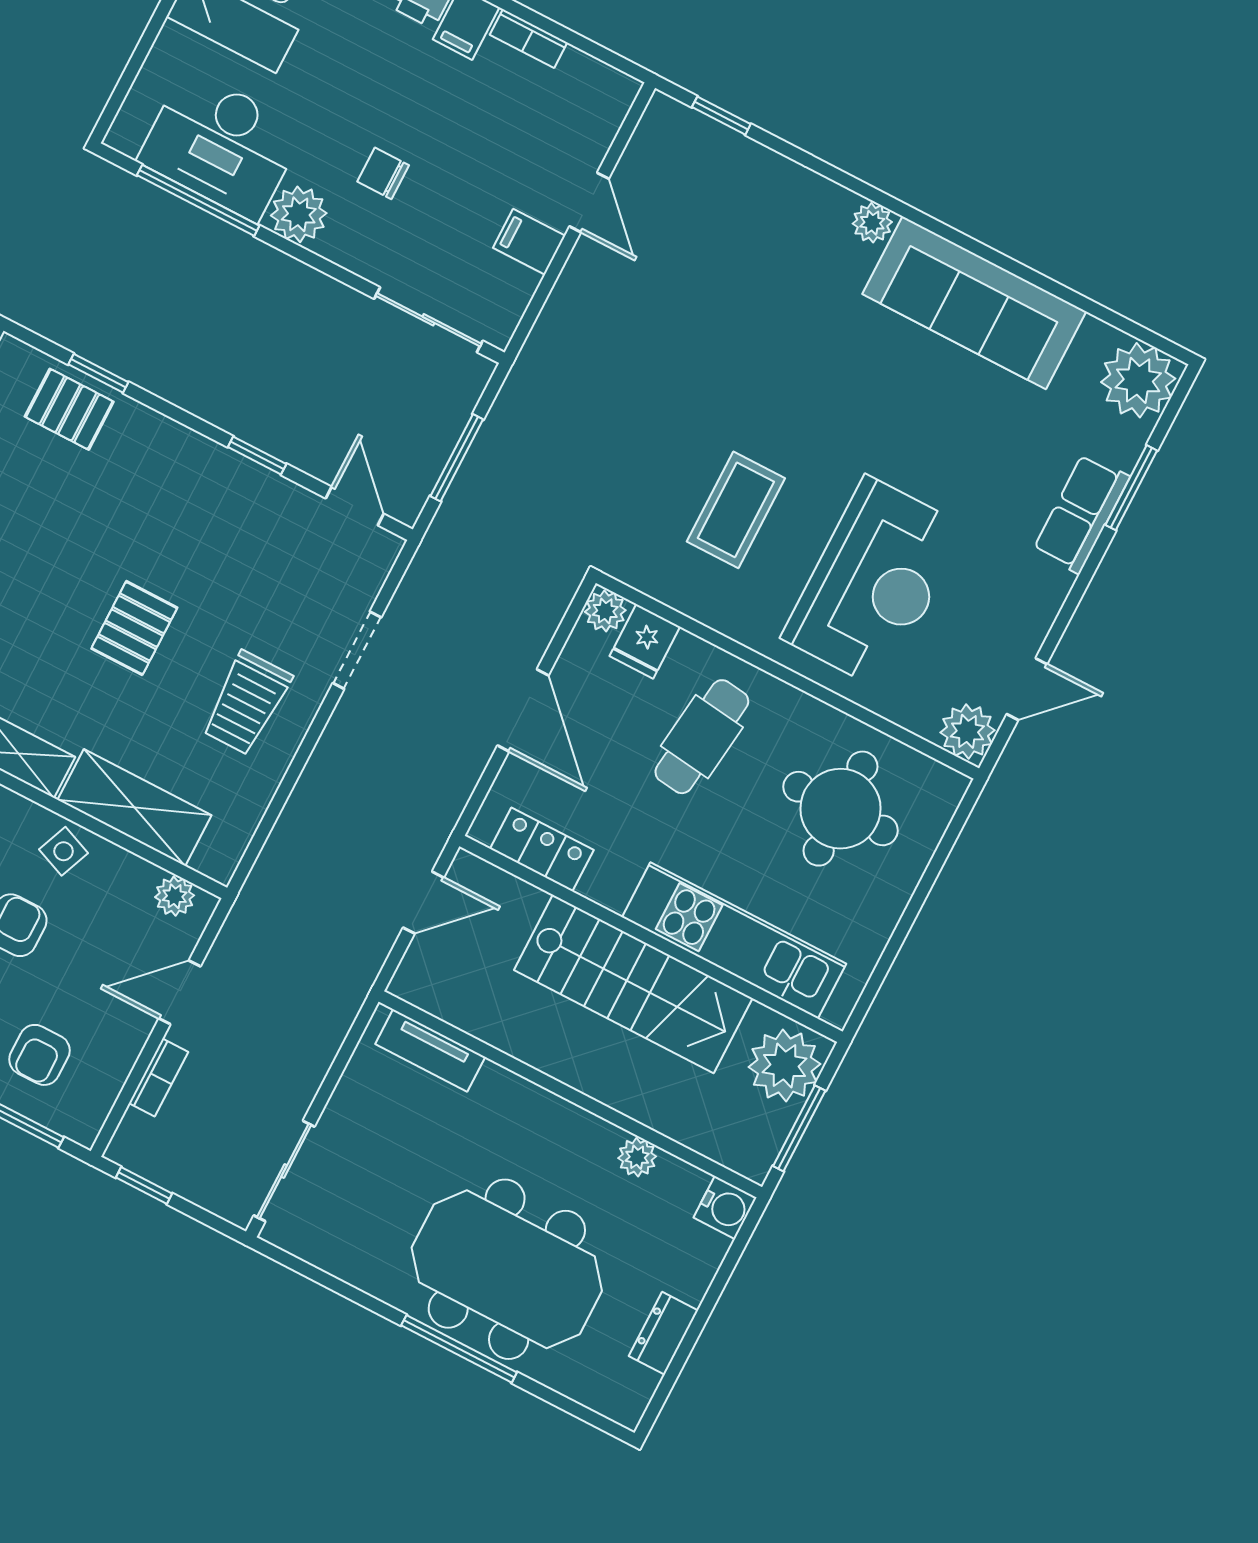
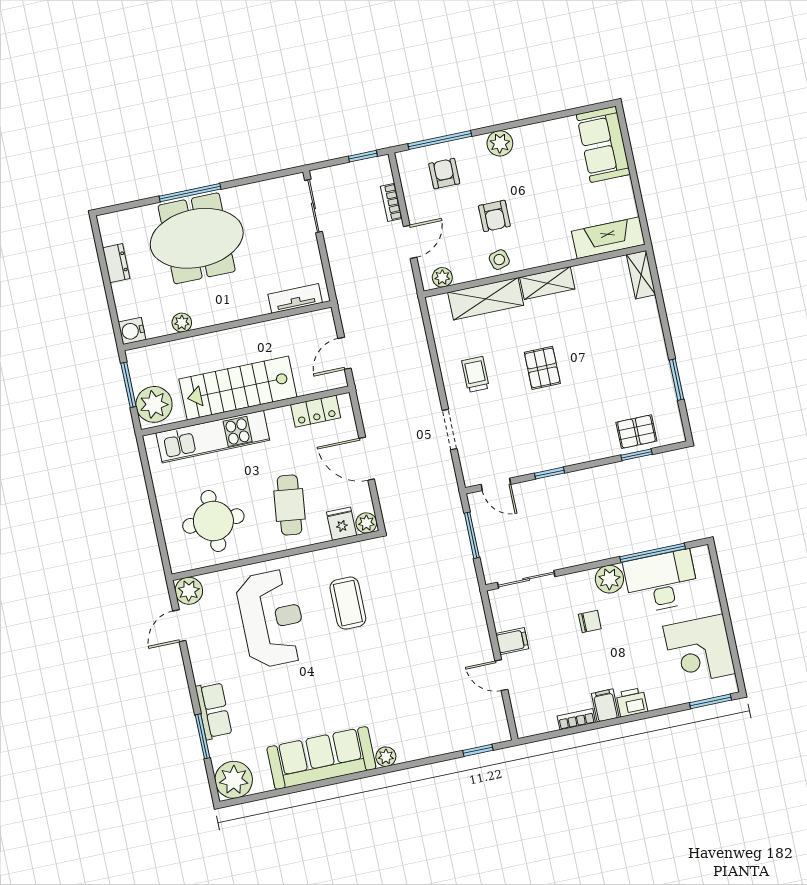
reception desk: (874, 583) -> (272, 619), turned 180
trolley: (247, 703) -> (475, 374), width x0.73, depth x0.72
side table: (64, 851) -> (499, 260), turned -38

